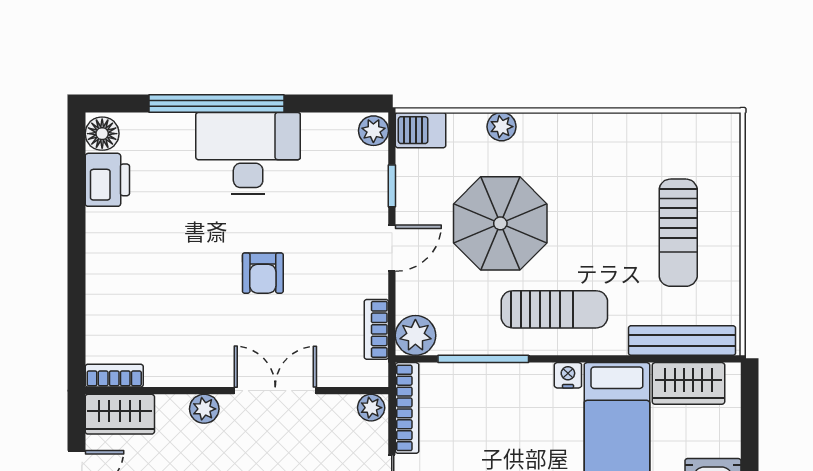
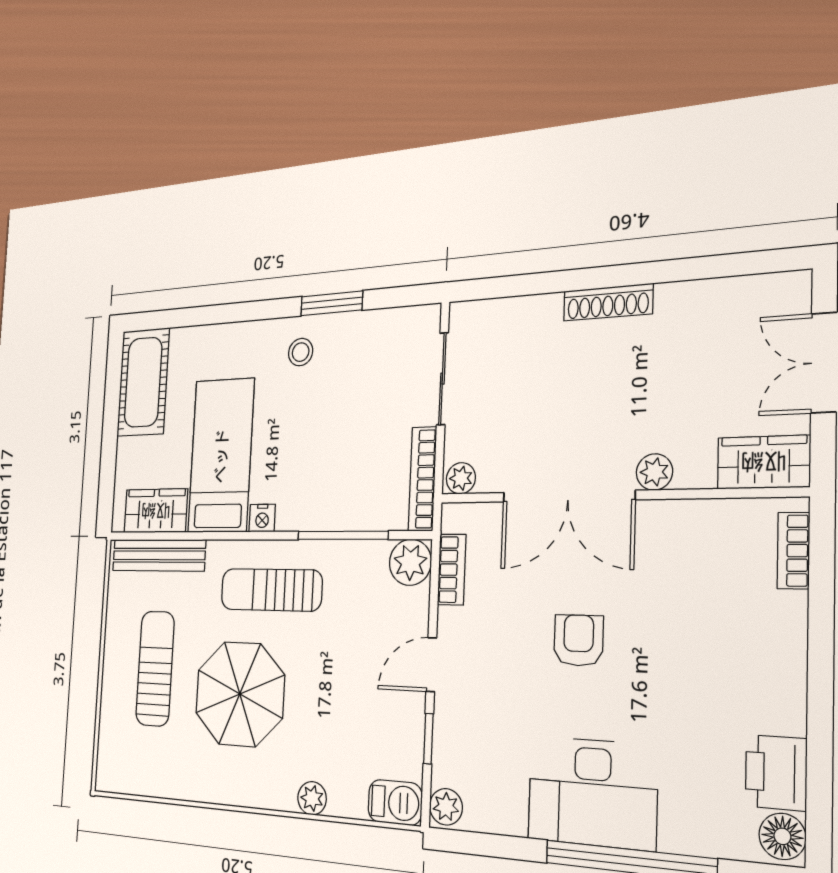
parasol: (500, 223) -> (240, 694), moved
bookcase: (114, 376) -> (793, 551), moved, turned 90
double door: (275, 391) -> (568, 496), width x1.37

